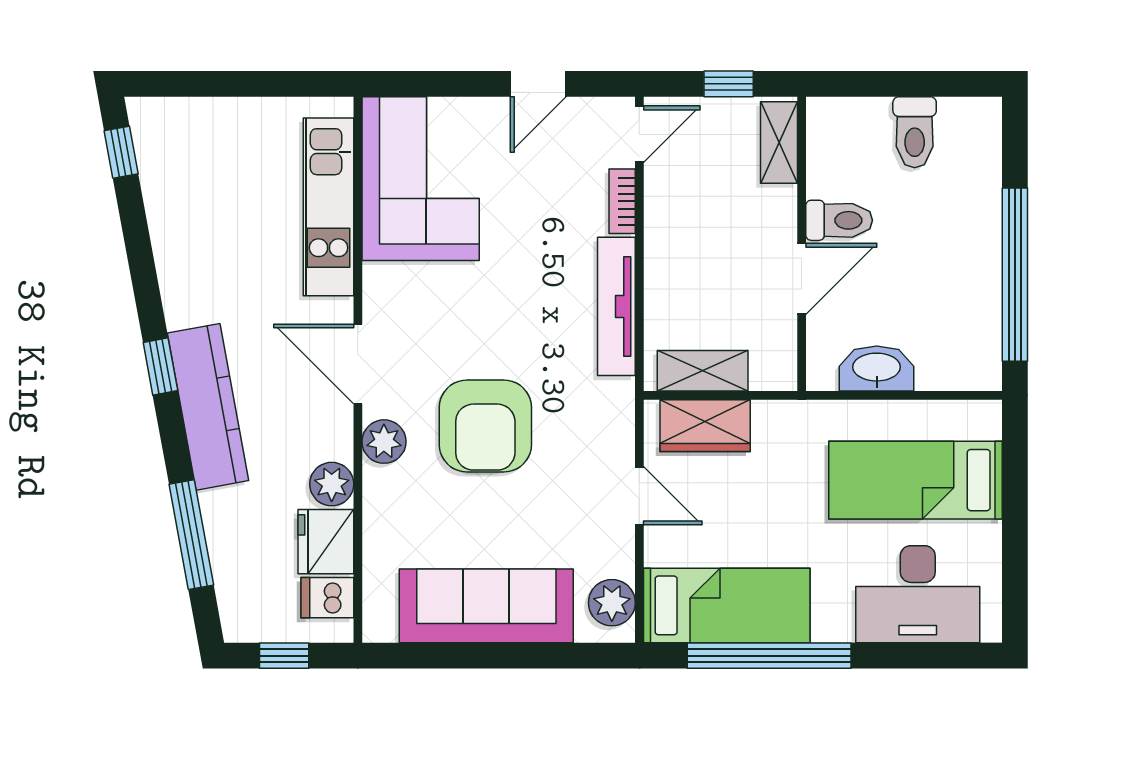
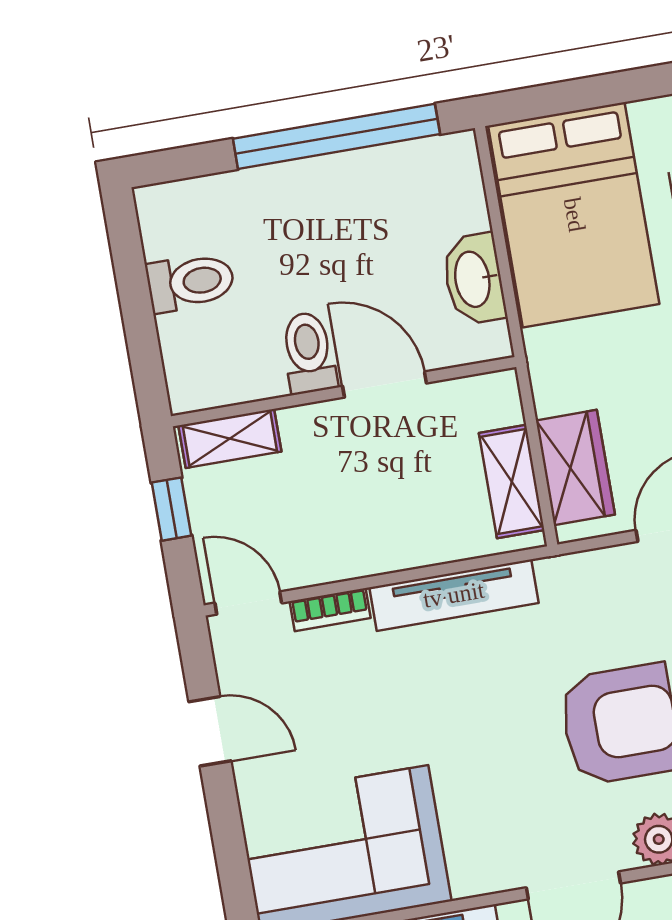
bed: (916, 480) -> (574, 215), width x1.50

